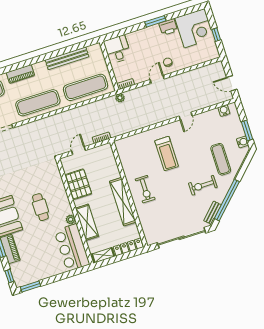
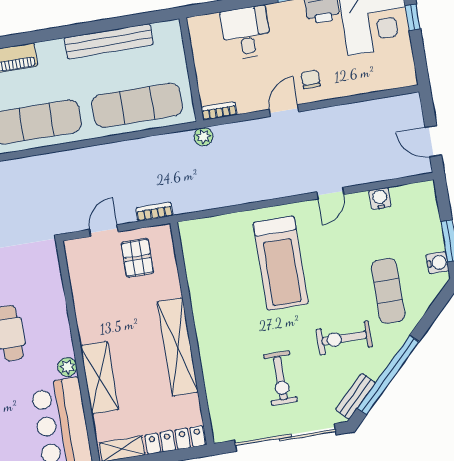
window: (216, 35) -> (413, 17), moved
desk: (117, 49) -> (246, 33), moved
water cooler: (224, 110) -> (380, 198), moved
treadmill: (167, 154) -> (281, 263), width x1.37, depth x1.37
pallet: (79, 184) -> (137, 258), moved, width x0.67, depth x0.71
exercise bike: (145, 189) -> (280, 378), moved

